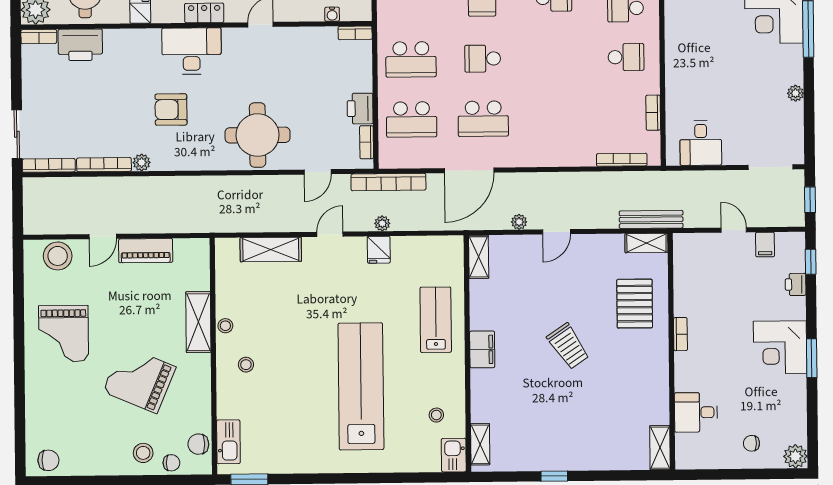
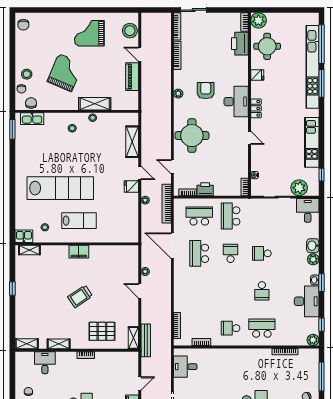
school desk: (626, 57) -> (231, 328), turned 90
school desk: (412, 119) -> (199, 216), turned 90
plant: (142, 162) -> (178, 94), moved
fridge: (379, 250) -> (131, 186), moved
shelving: (479, 257) -> (59, 344), moved
lab bench: (436, 320) -> (79, 221), moved

